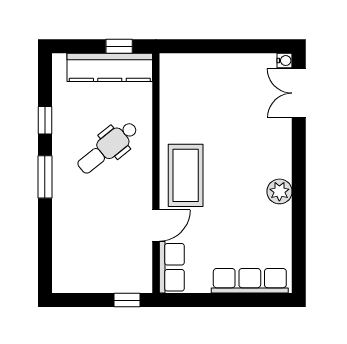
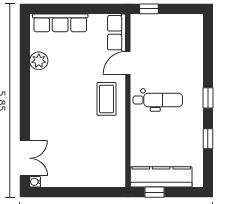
dental chair: (108, 148) -> (158, 100), moved, turned 39
coffee table: (186, 175) -> (107, 99), width x0.73, depth x0.76
window: (45, 177) -> (208, 98), width x0.67
plant: (279, 191) -> (39, 61), moved

